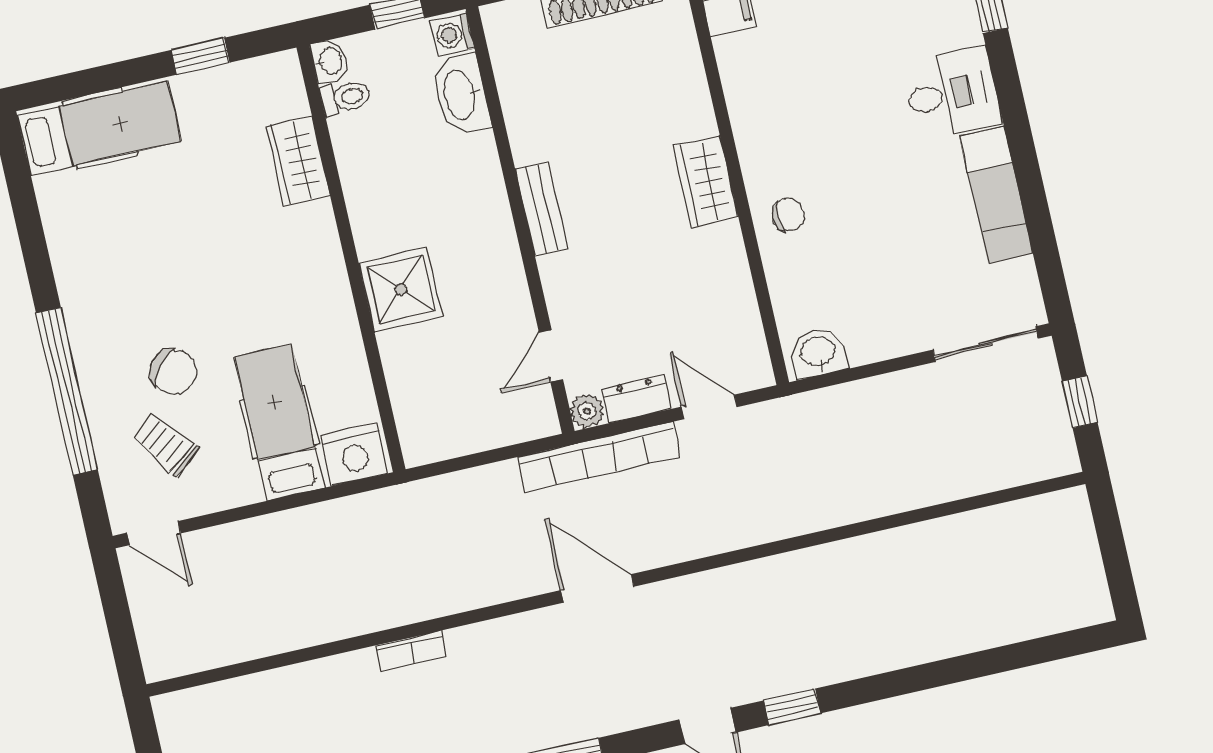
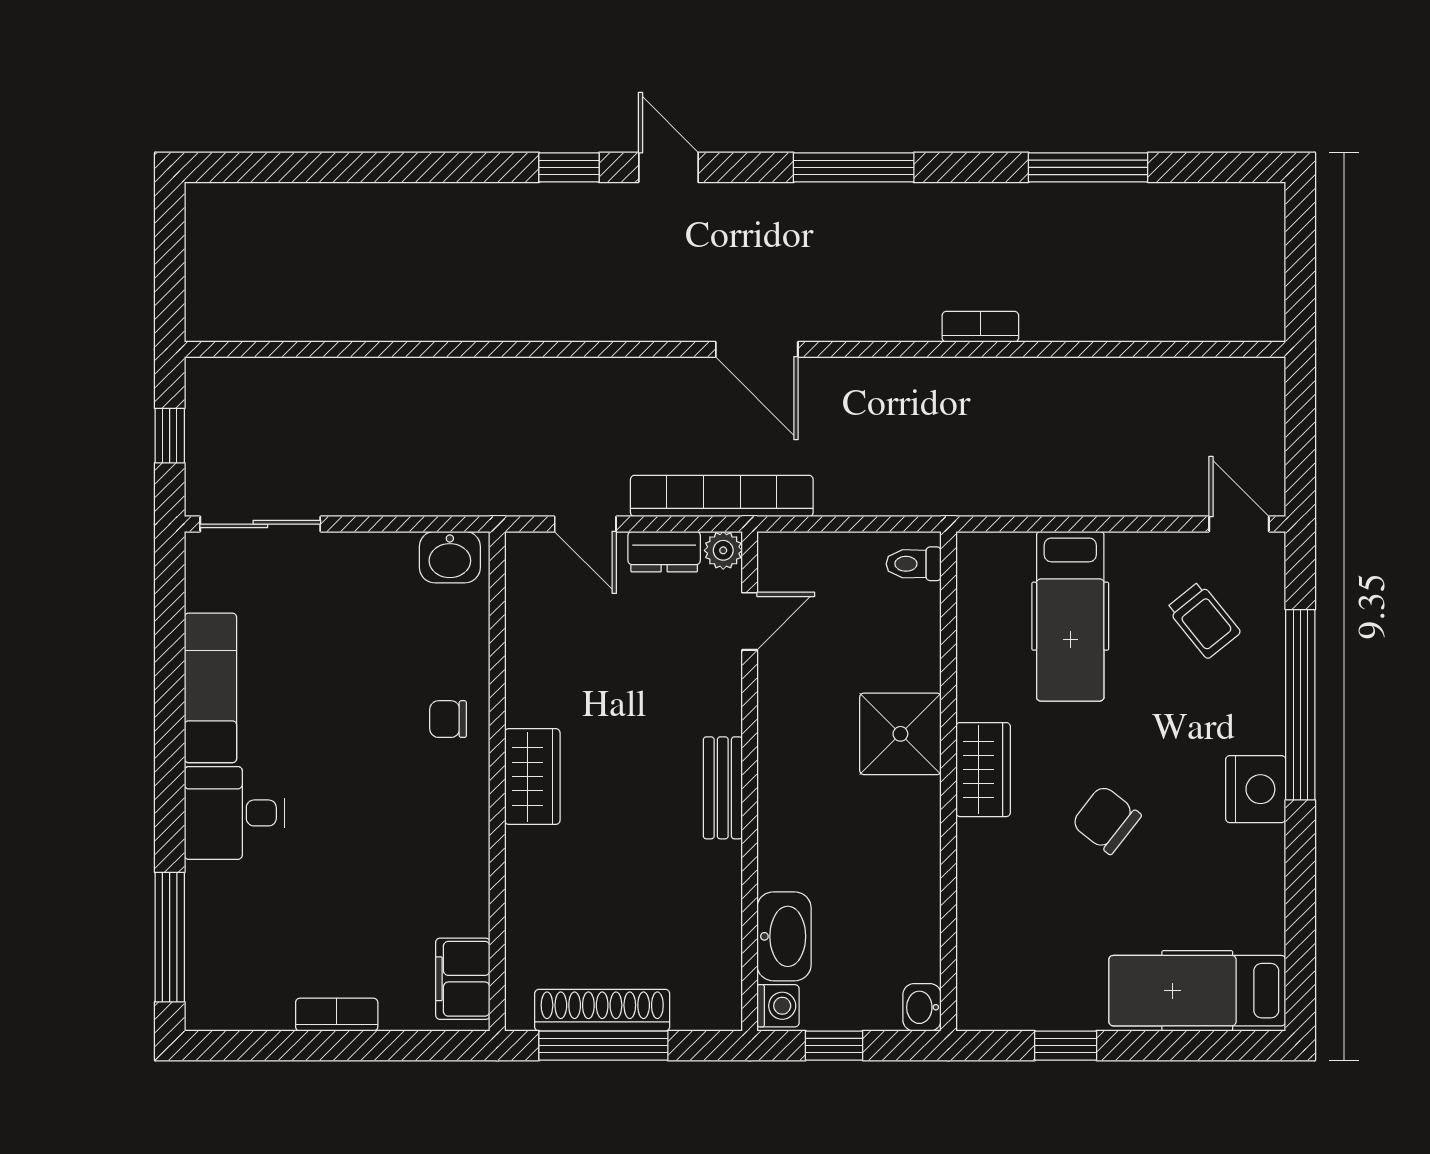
toilet: (346, 97) -> (914, 564), moved
wardrobe: (298, 161) -> (983, 770), moved
chair: (173, 371) -> (1106, 820), moved
nightstand: (354, 454) -> (1256, 789), moved, turned 90

